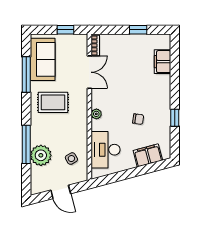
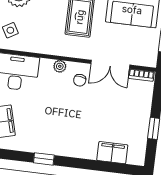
chair: (138, 119) -> (80, 80), moved

